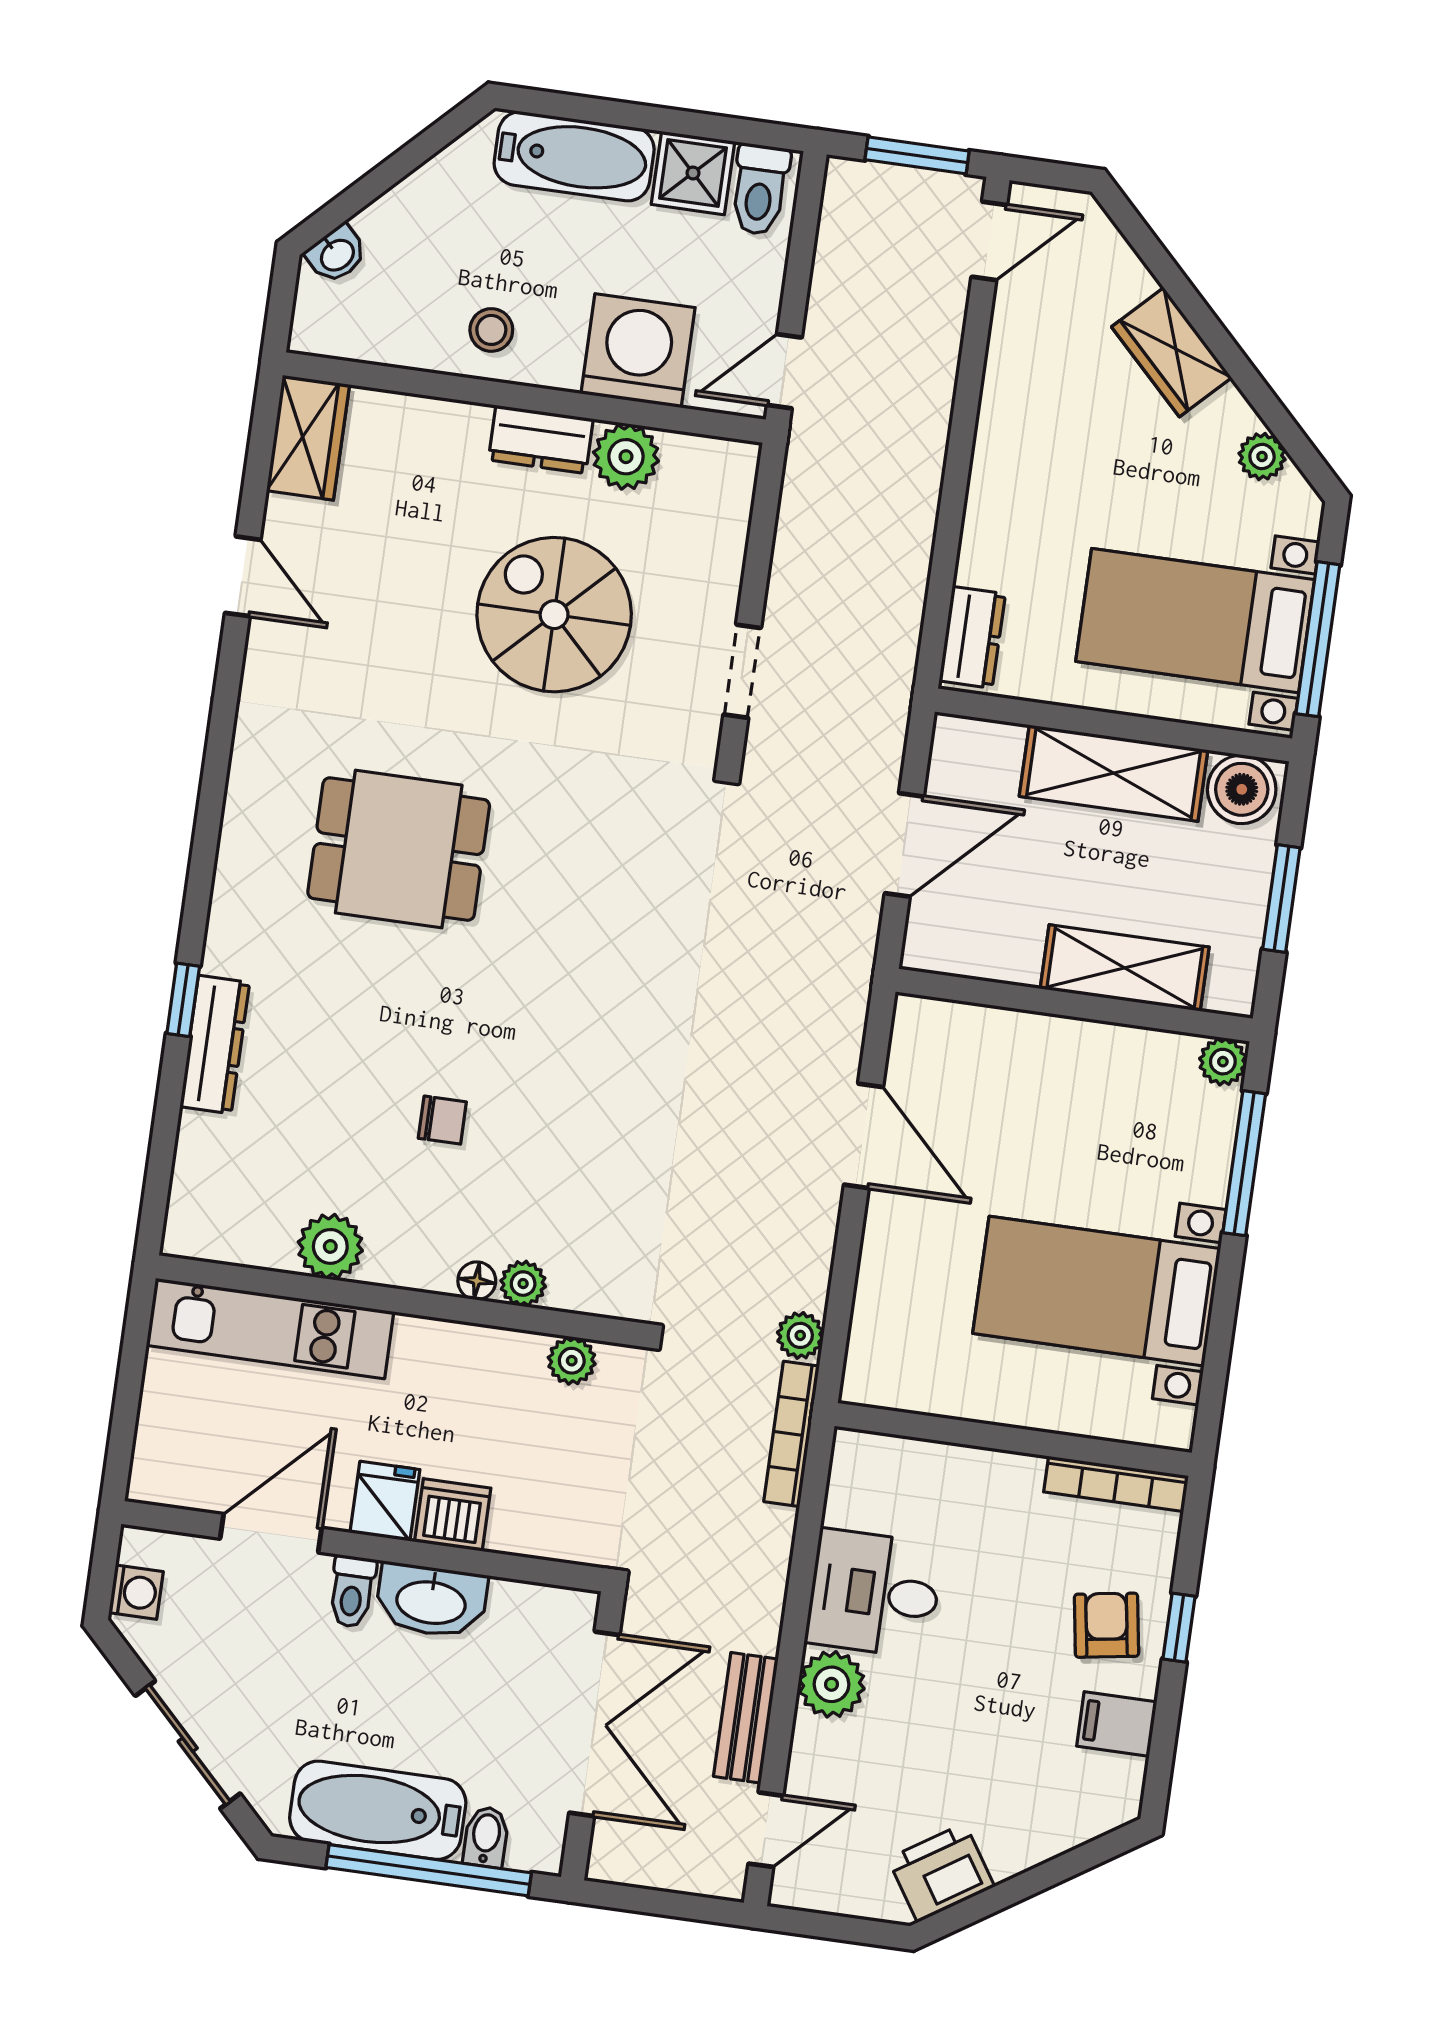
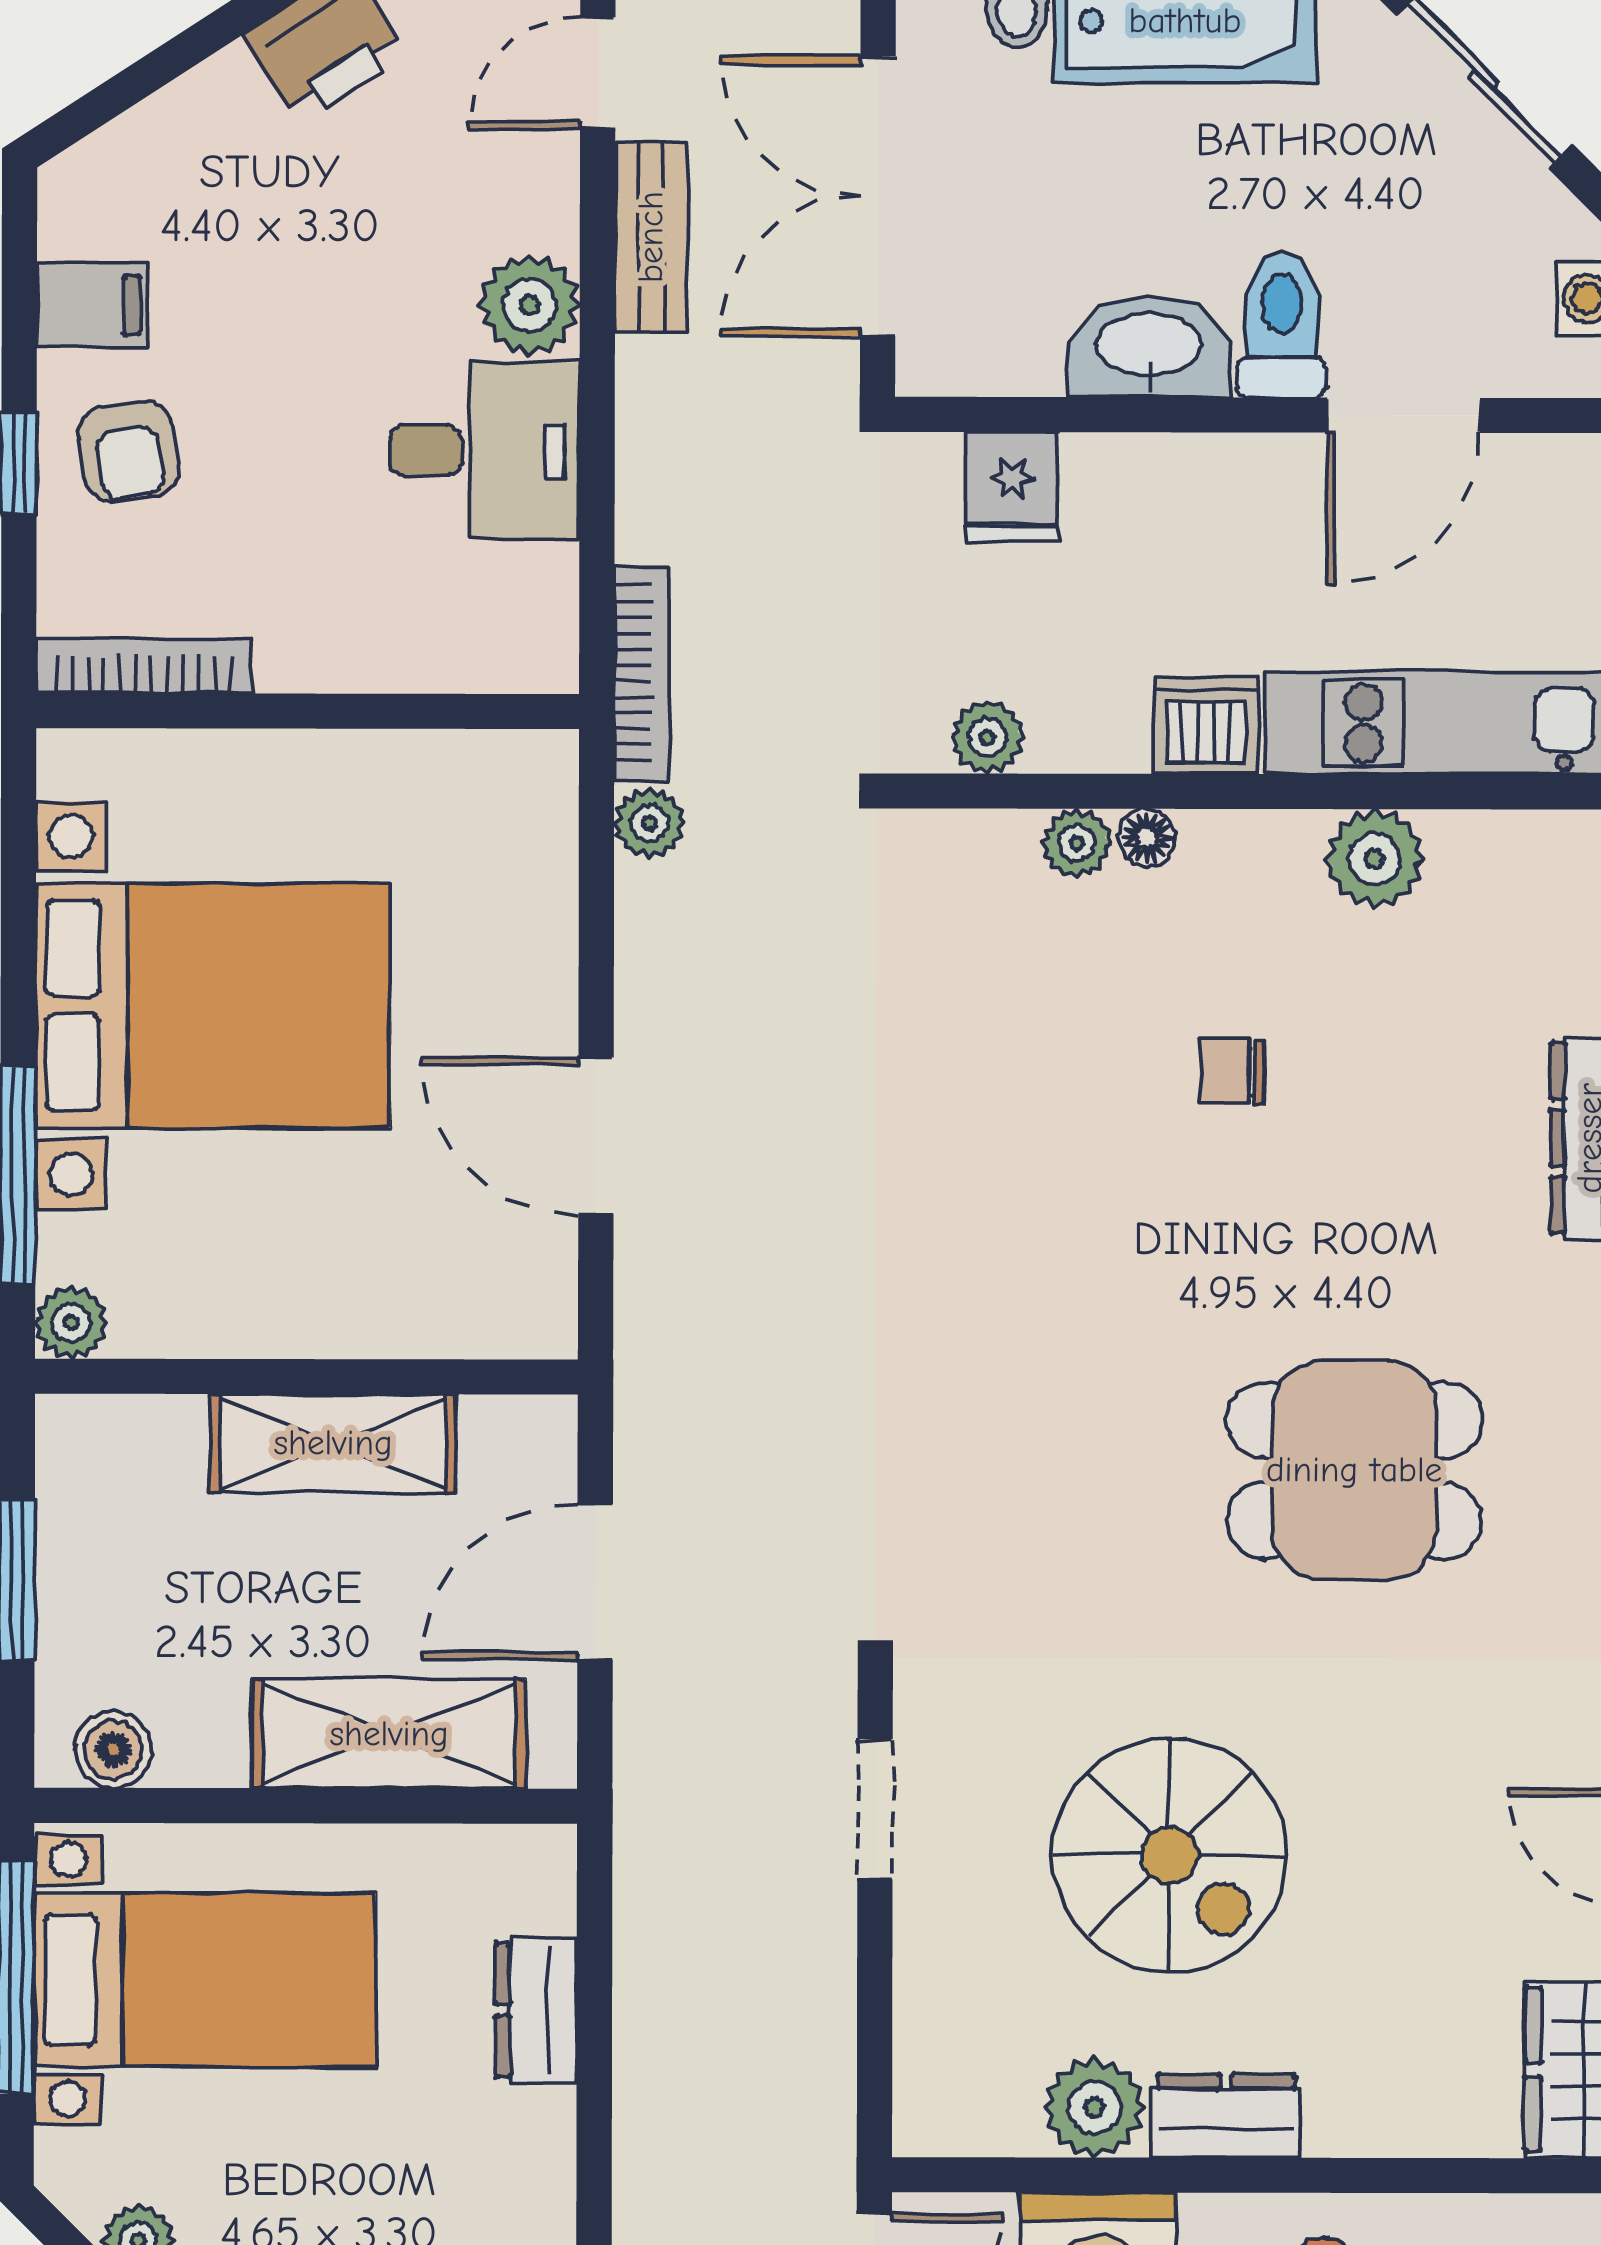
dresser: (972, 637) -> (536, 2010), moved
shelving: (1114, 773) -> (389, 1734), moved
boiler: (1242, 789) -> (113, 1750), width x0.73, depth x0.73
shelving: (1125, 968) -> (333, 1443), moved
bed with nightstands: (1097, 1291) -> (213, 1006), width x1.36
fridge: (385, 1501) -> (1012, 487), moved
dishwasher: (453, 1515) -> (1206, 725), moved, turned 180
toilet: (352, 1591) -> (1282, 324), width x1.37, depth x1.39

